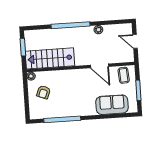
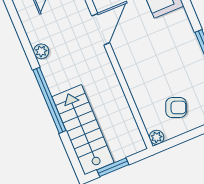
stairs: (50, 58) -> (83, 130), moved, turned 180

